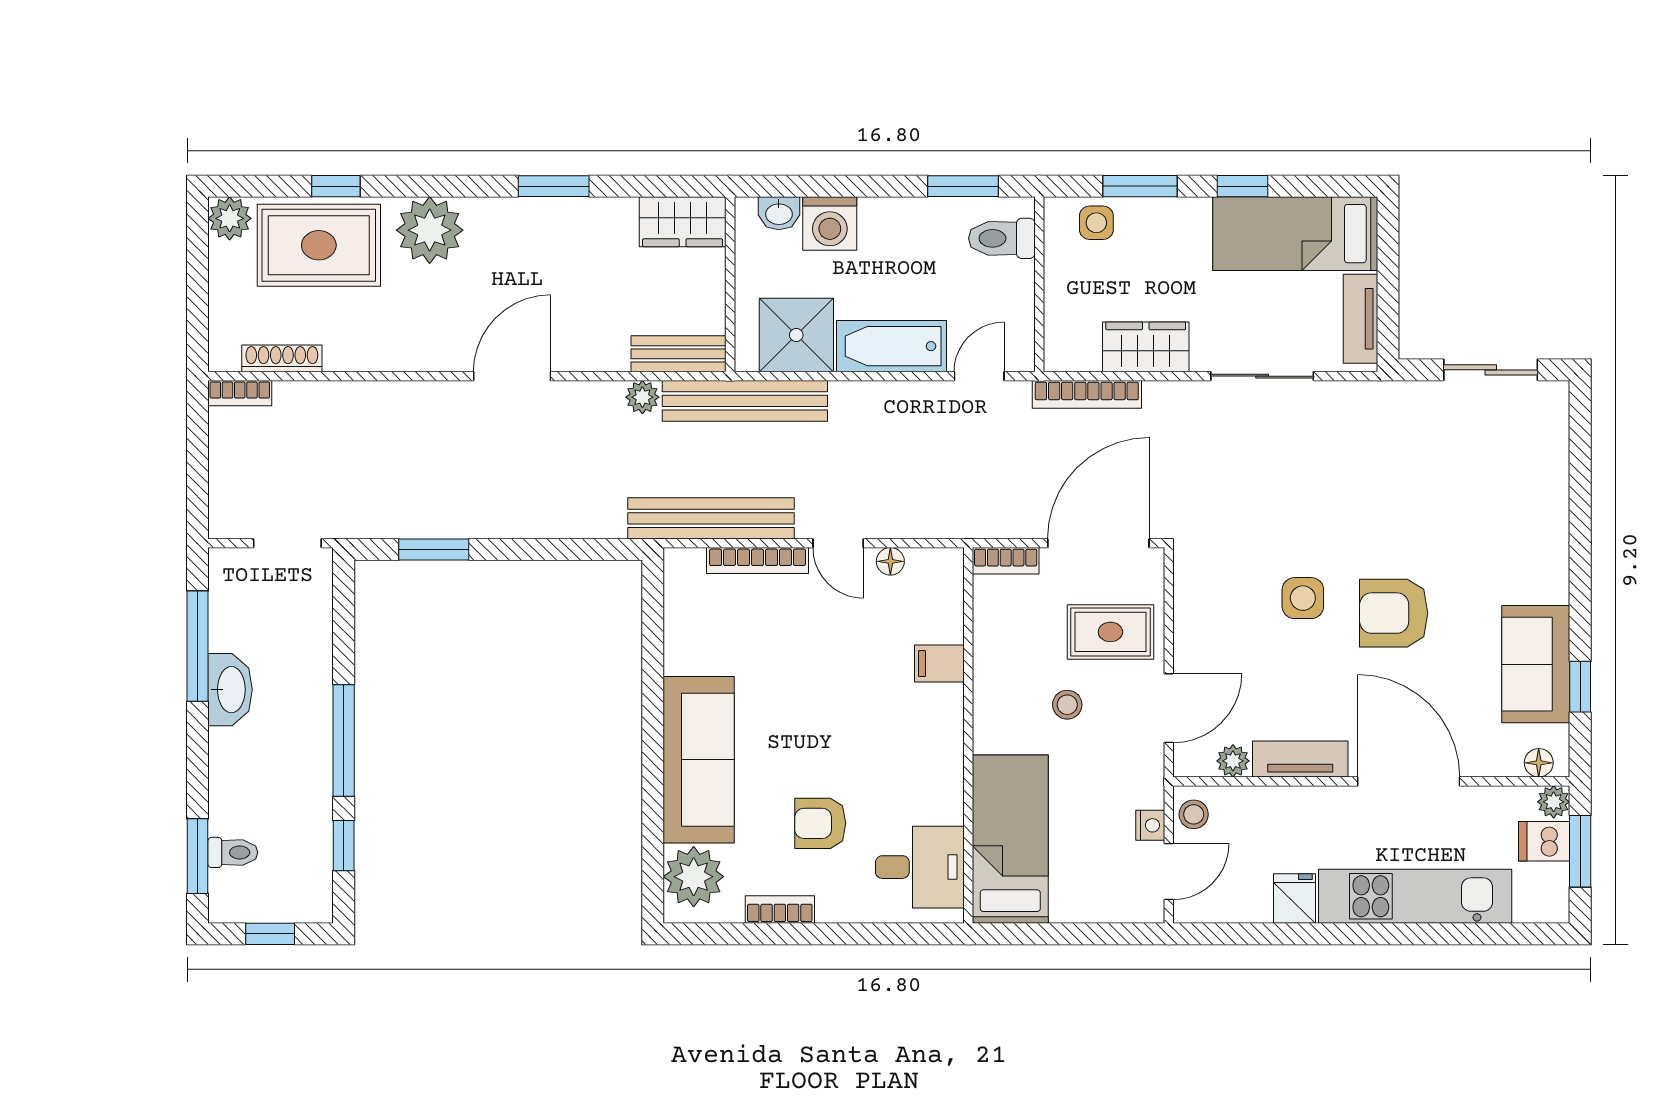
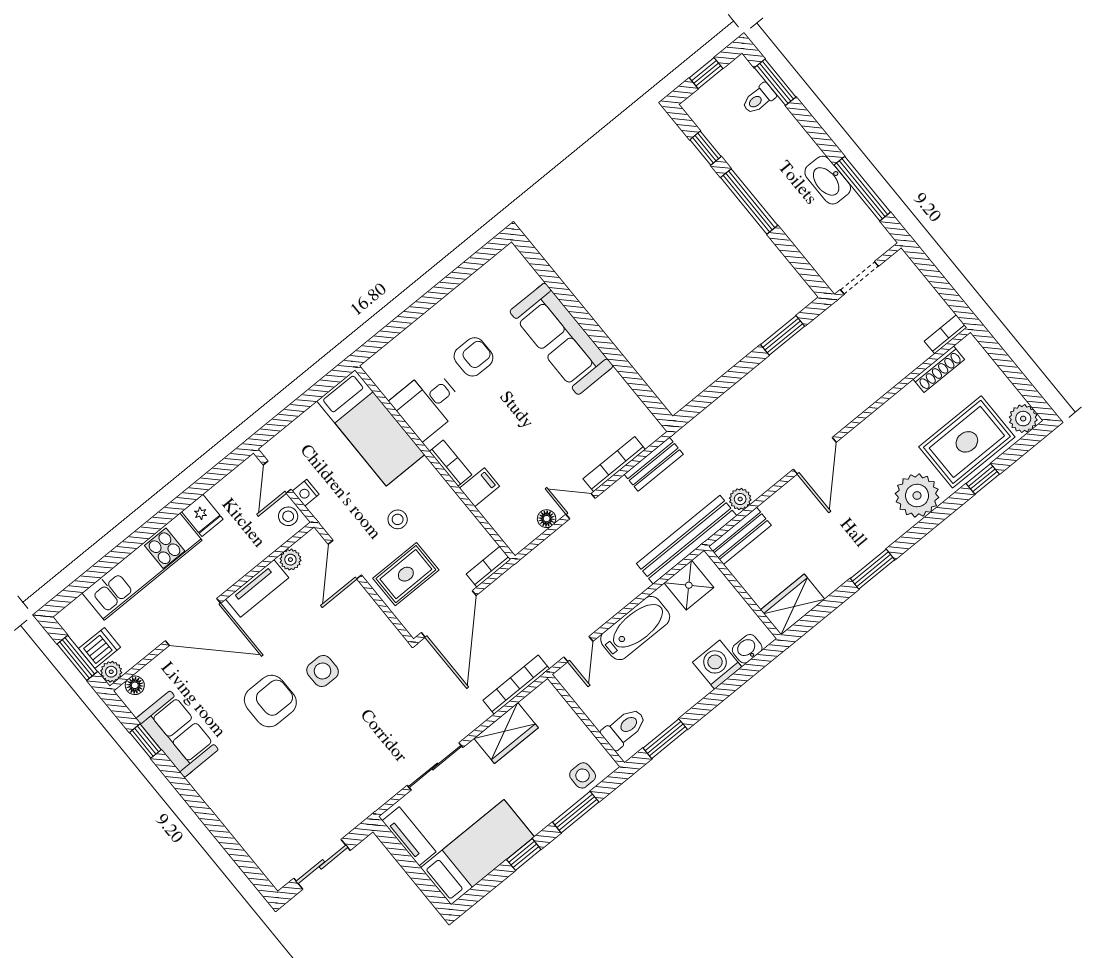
shower: (796, 335) -> (689, 585), width x0.73, depth x0.73
bench: (711, 518) -> (654, 464), width x0.54, depth x0.82
desk: (920, 867) -> (428, 404), moved
plant: (694, 877) -> (516, 277), removed
bookcase: (780, 910) -> (451, 463), moved, turned -90

